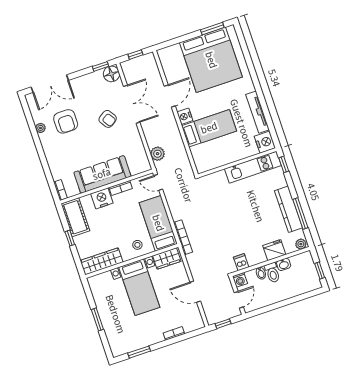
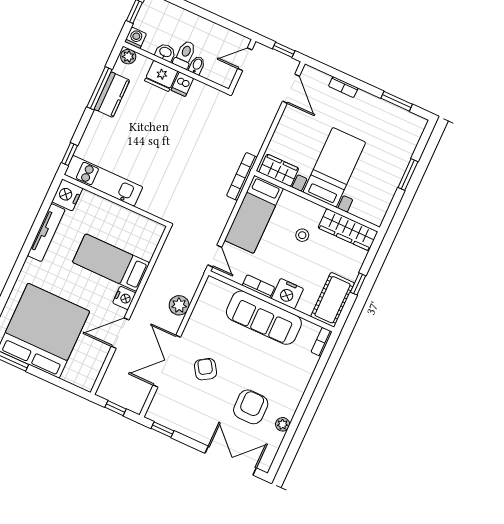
floor lamp: (111, 74) -> (158, 412), removed
plant: (158, 154) -> (179, 305), moved
kitchen counter: (288, 209) -> (112, 95), width x0.67
stool: (137, 245) -> (302, 235), moved
dishwasher: (241, 262) -> (182, 84), moved
washing machine: (240, 280) -> (136, 38), moved
door: (195, 292) -> (291, 89), moved

